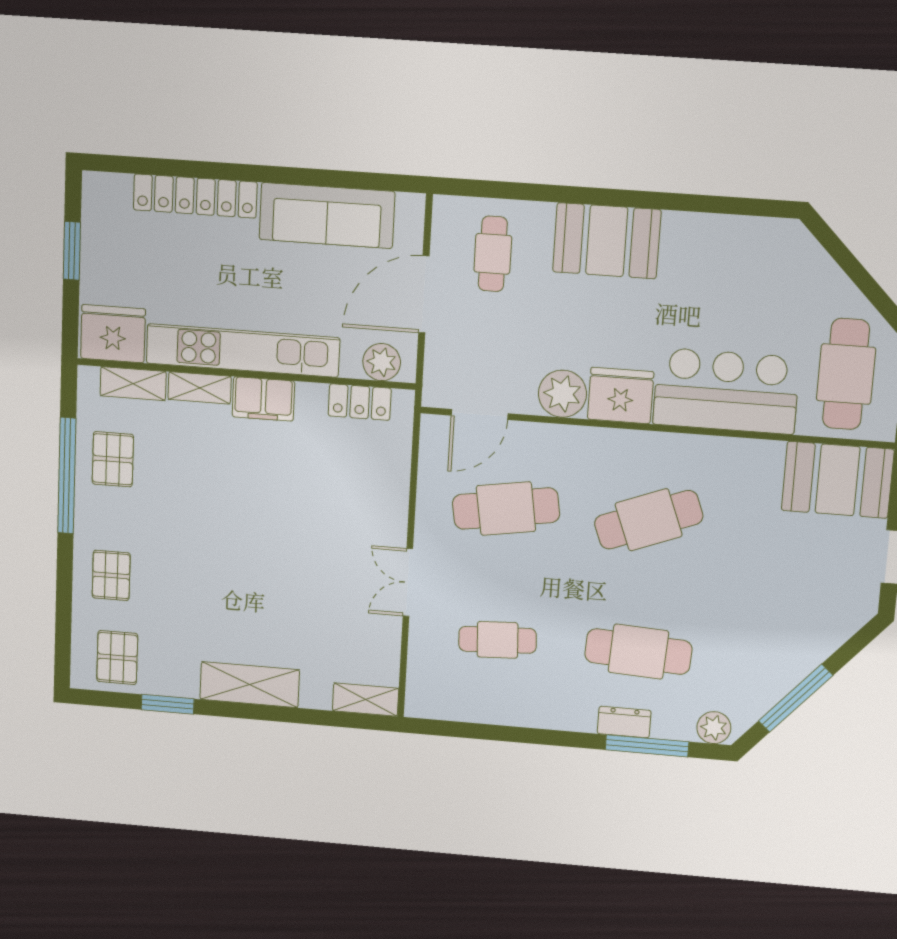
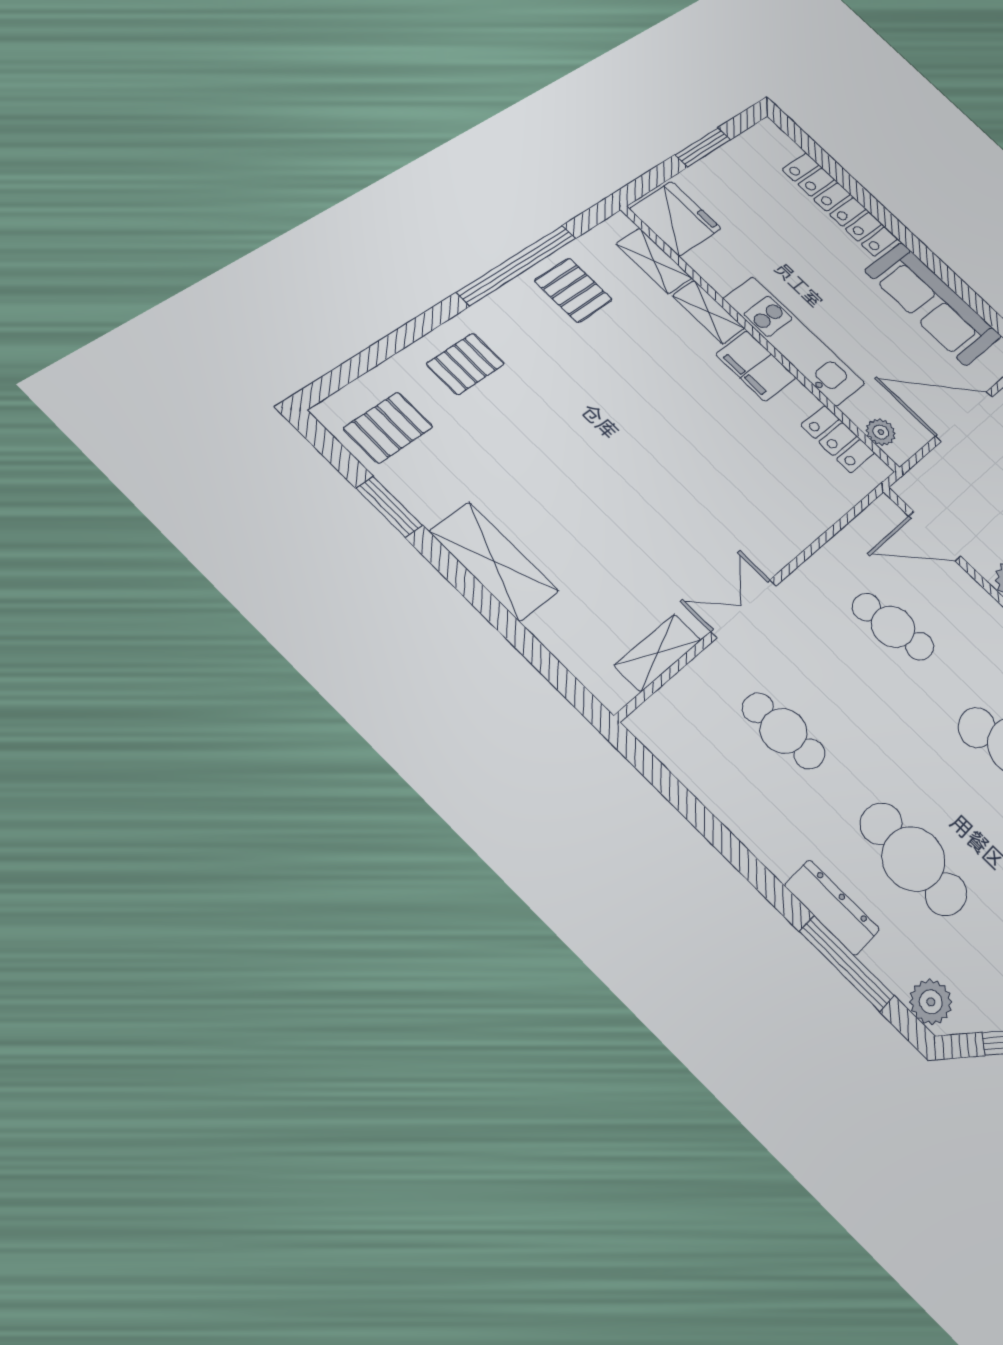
kitchen unit: (243, 351) -> (794, 341), width x0.73
plant: (382, 362) -> (881, 432), width x0.73, depth x0.73
pallet: (113, 459) -> (573, 290), turned 90
cafe table: (506, 509) -> (893, 627), width x0.73, depth x0.74
shelving: (366, 700) -> (658, 653), moved, turned 90
dresser: (624, 722) -> (832, 907), width x1.44

